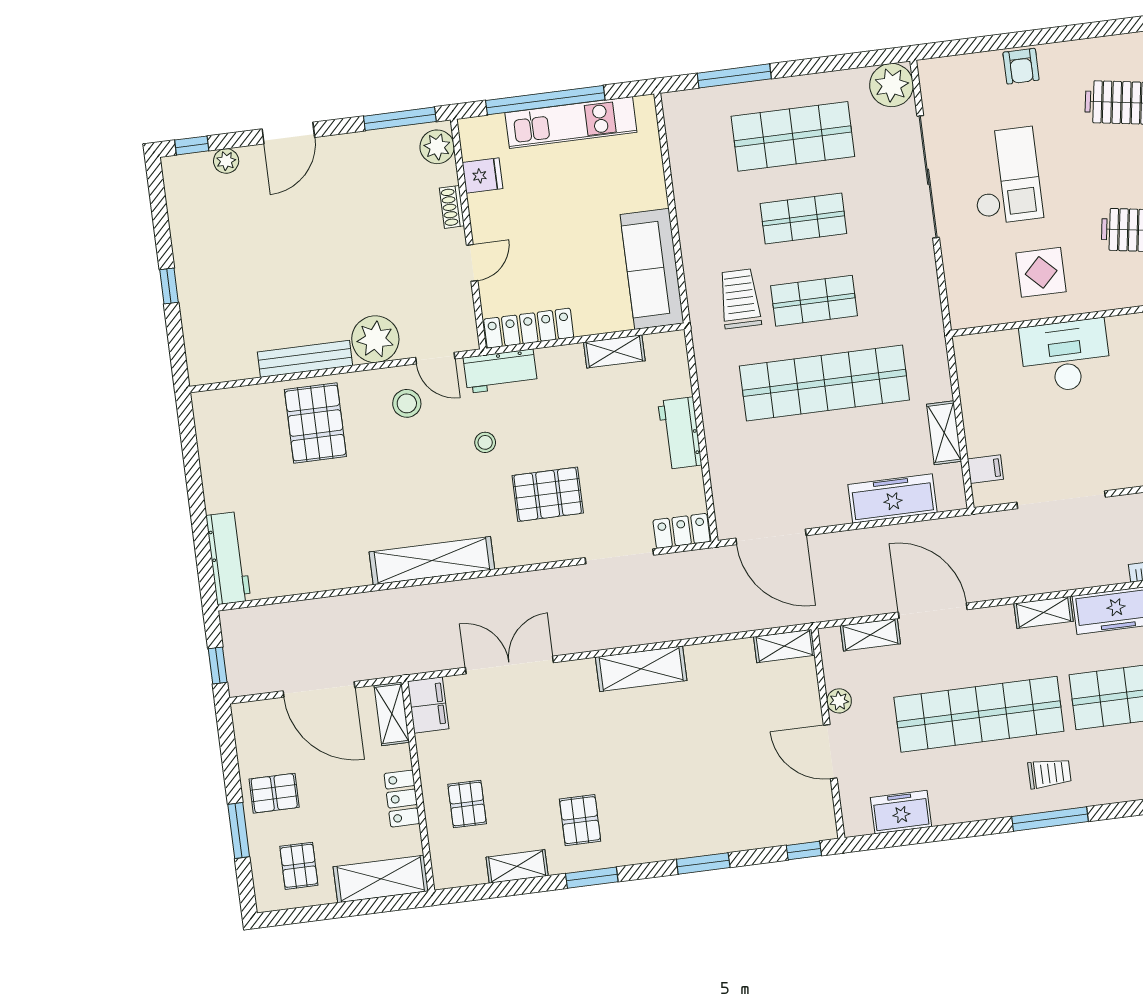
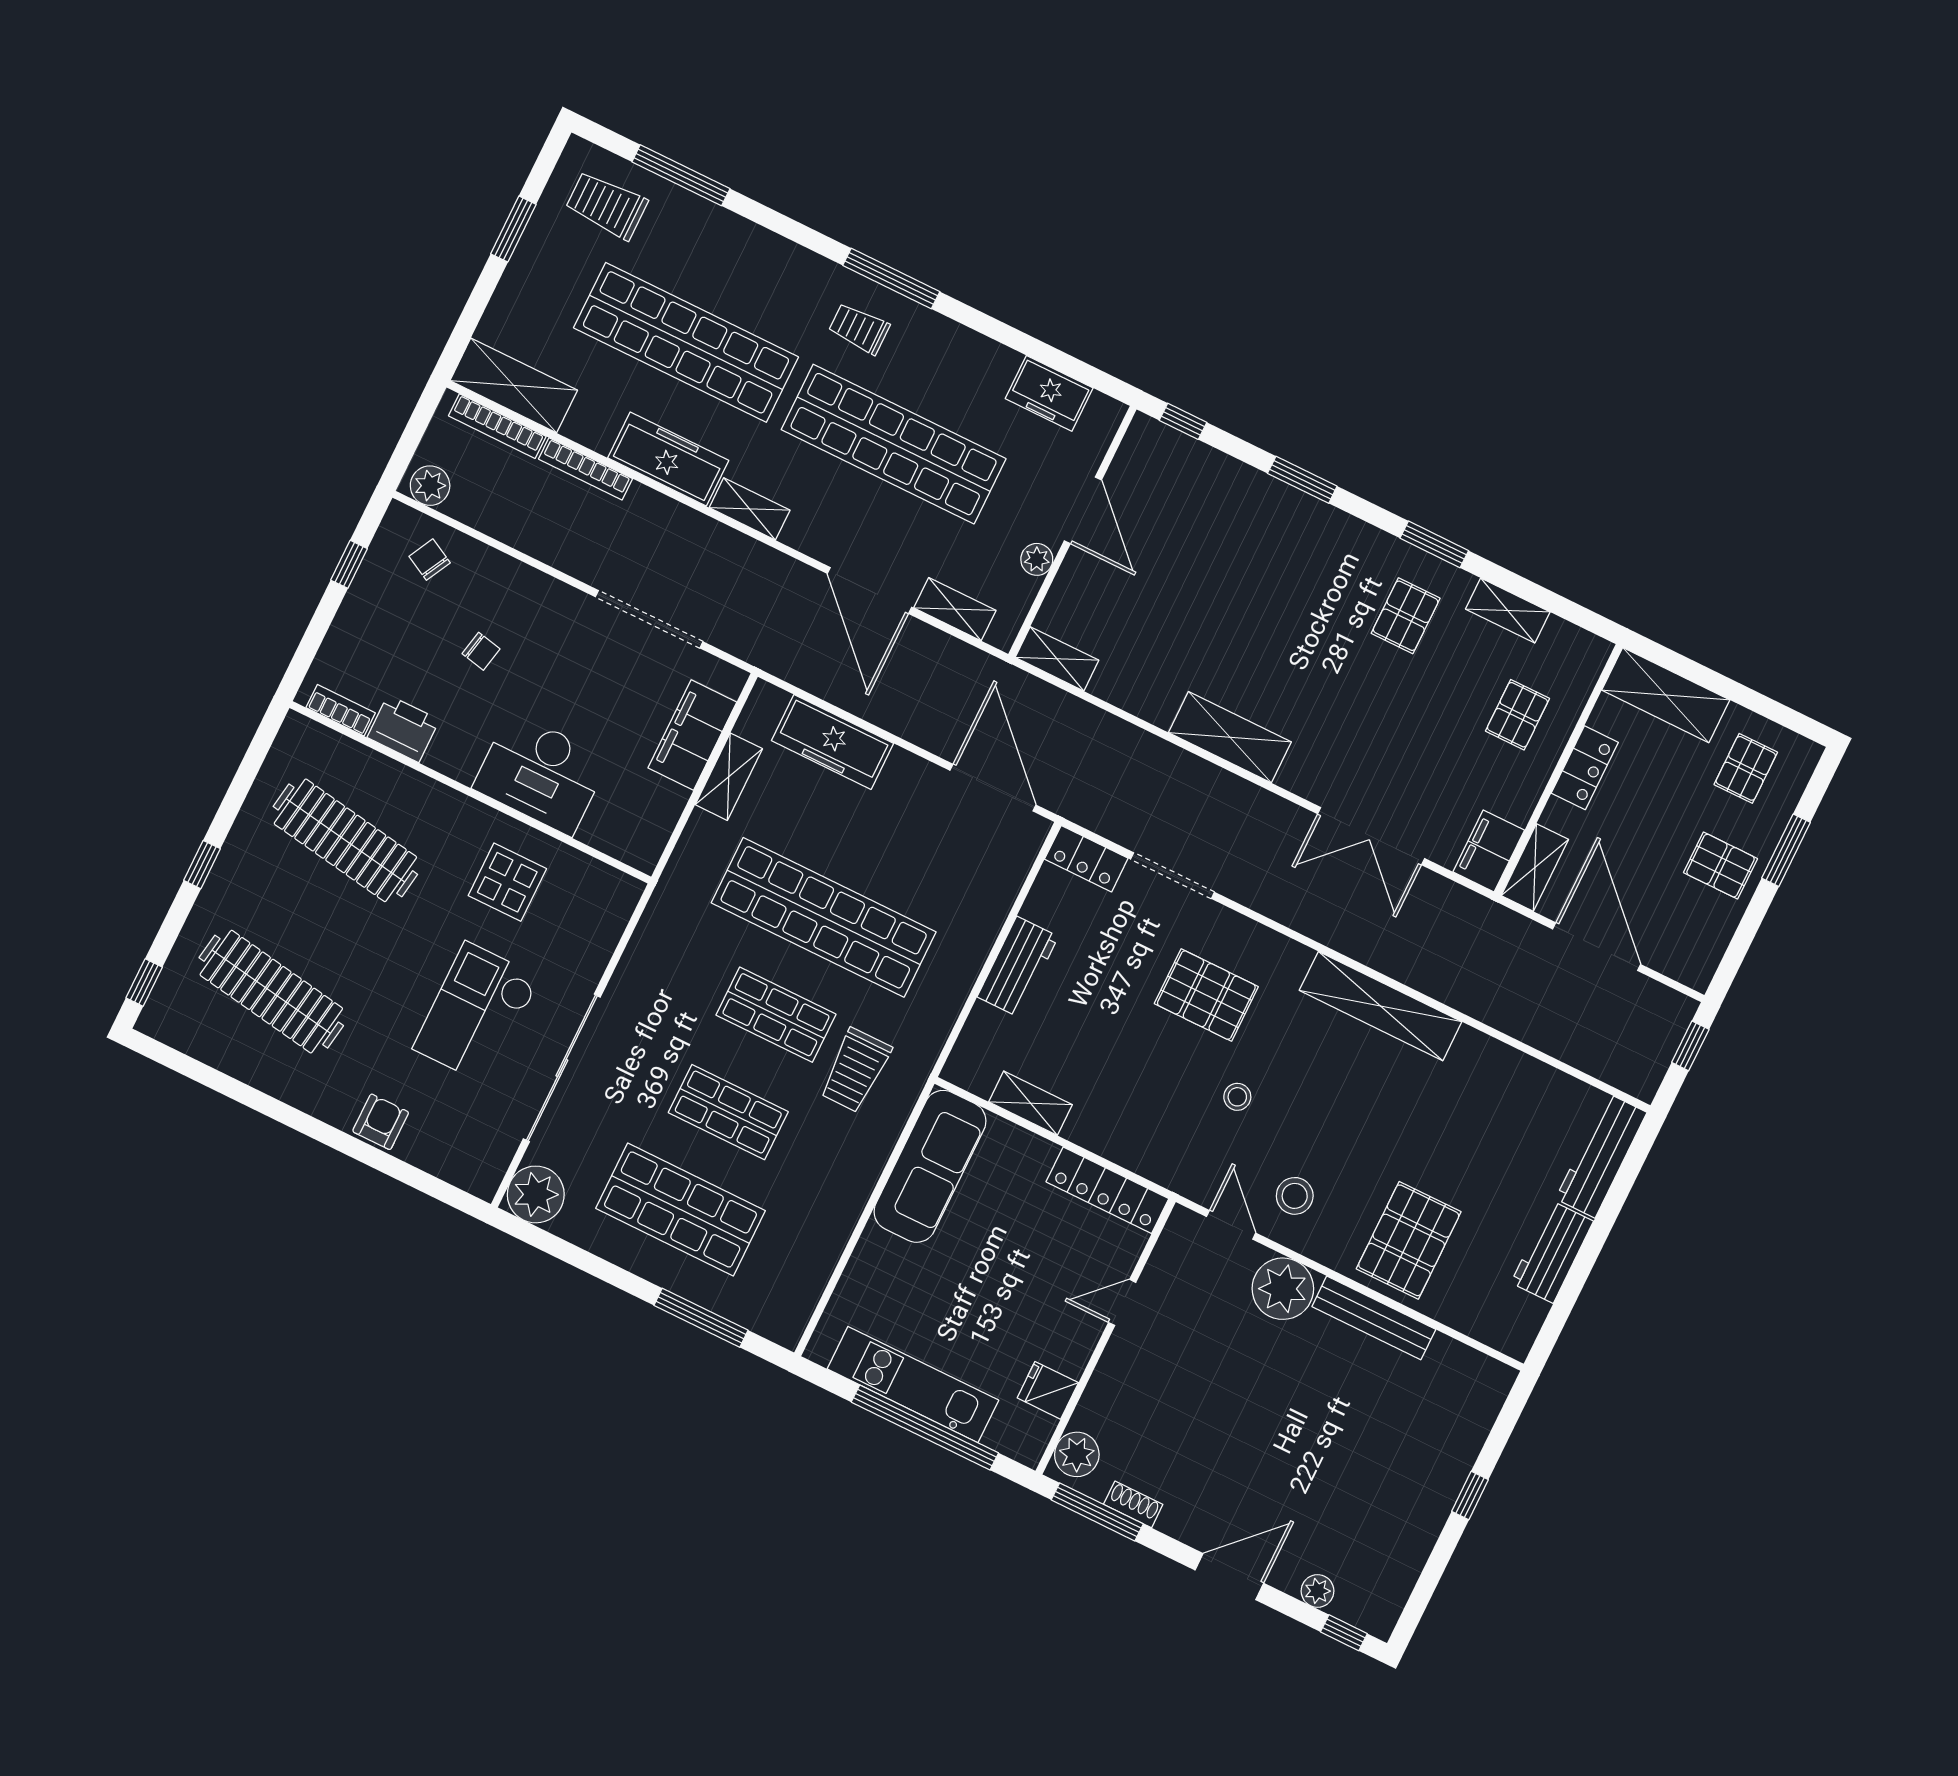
shoe rack: (452, 207) -> (1133, 1504), moved, turned -90
workbench: (500, 371) -> (1552, 1252), moved, turned -90
filing cabinet: (985, 469) -> (692, 735), width x3.00, depth x1.17

